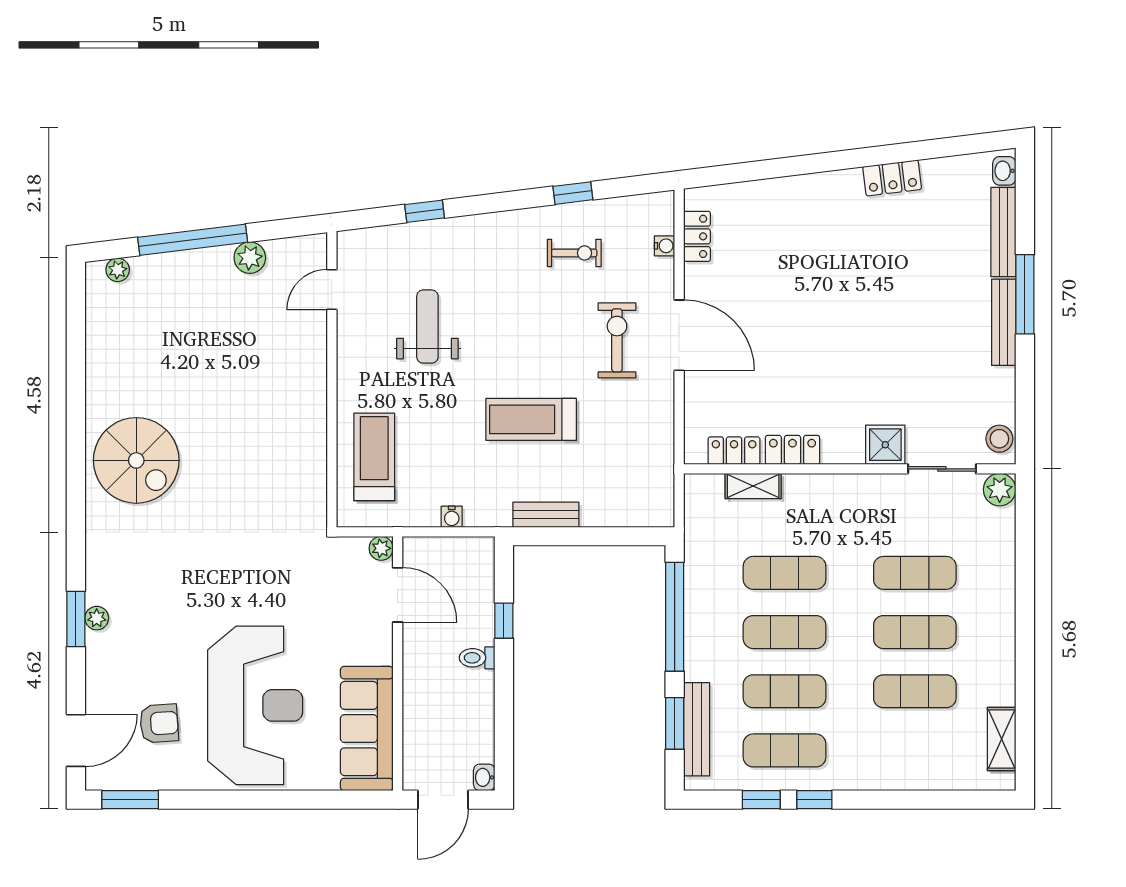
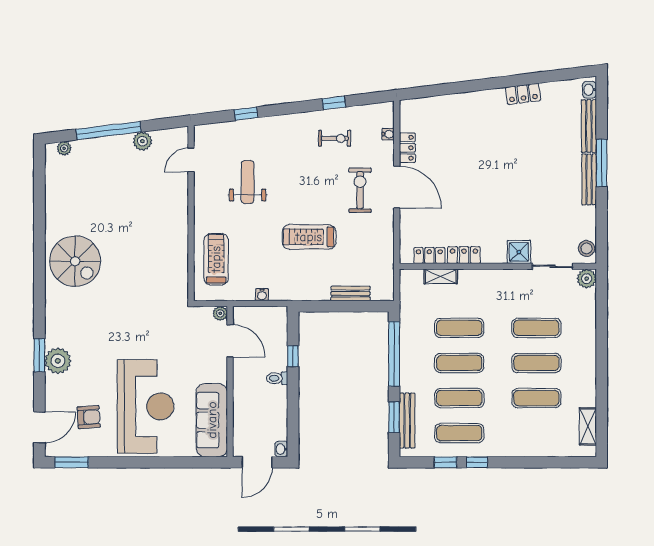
locker: (697, 236) -> (407, 148), moved
bench: (546, 515) -> (351, 293), moved
plant: (97, 618) -> (58, 361), width x1.88, depth x1.88

